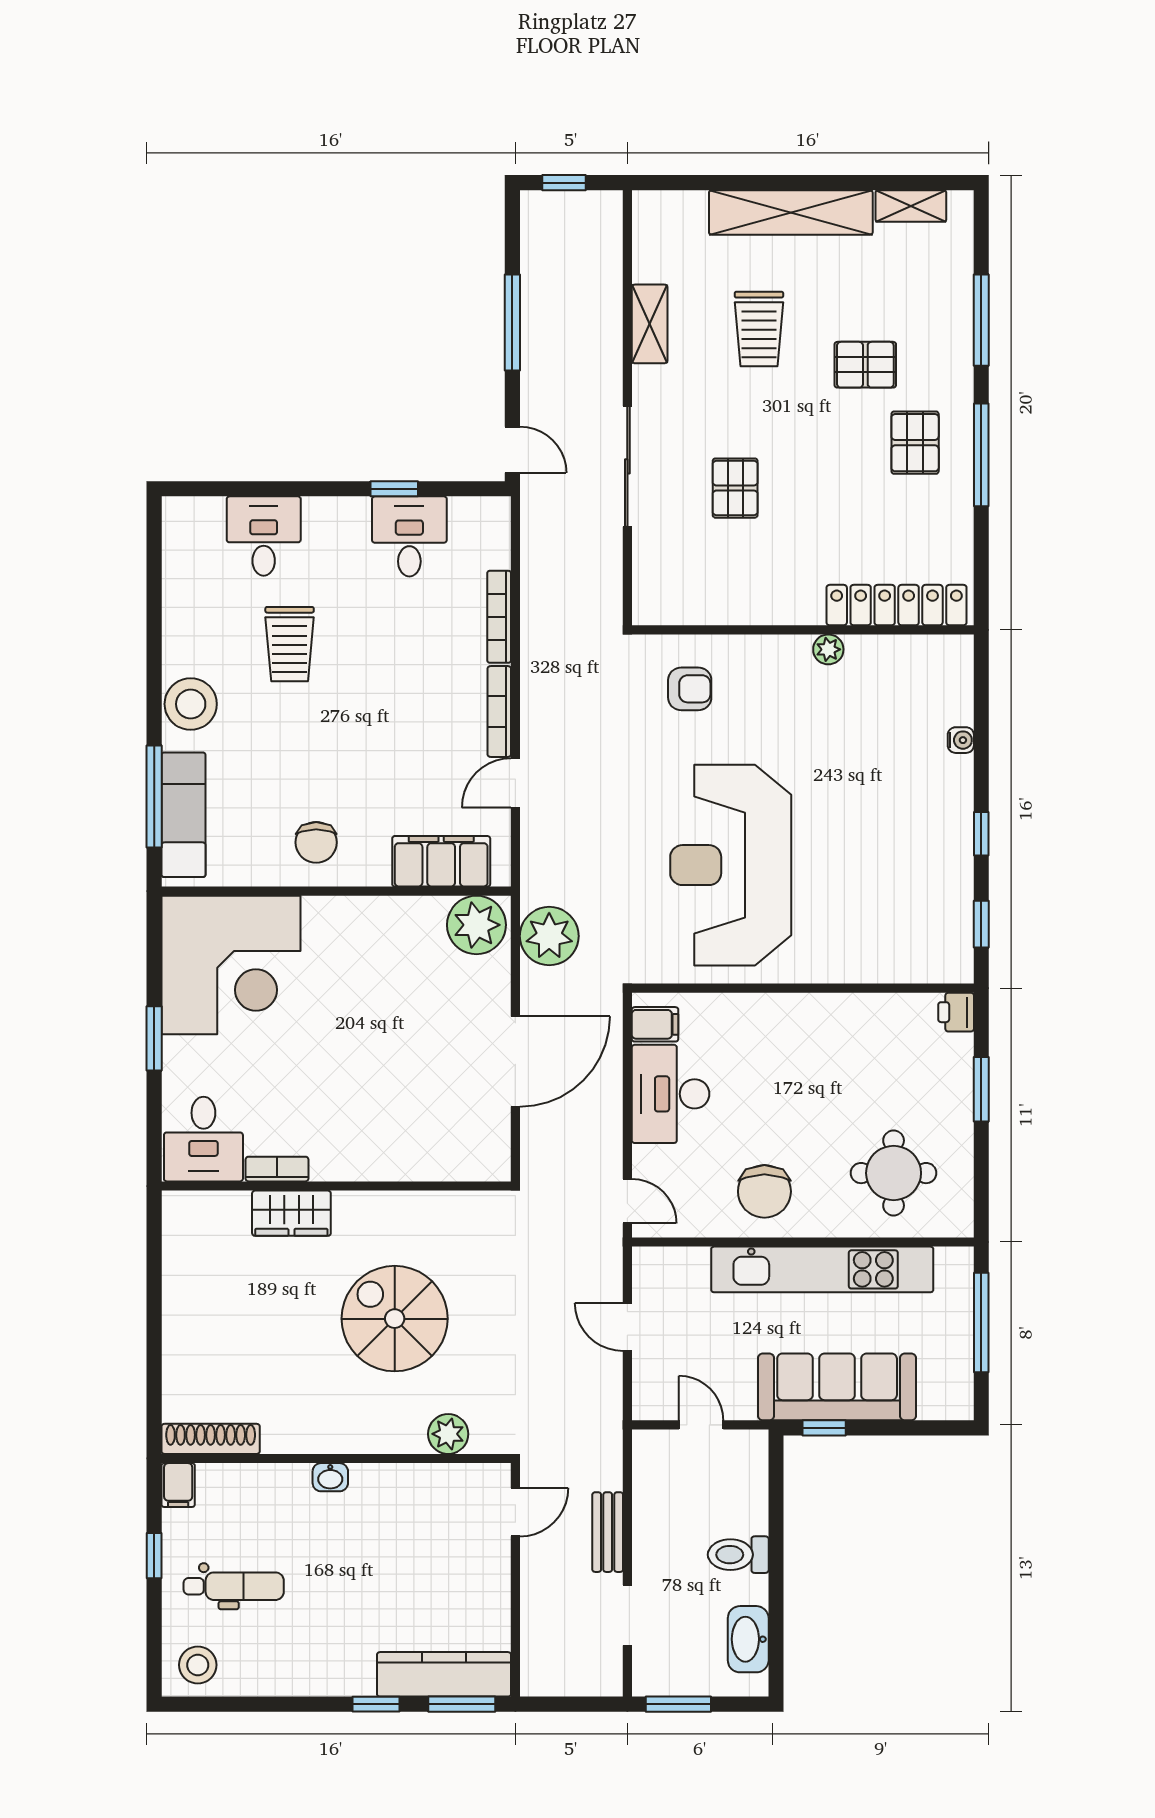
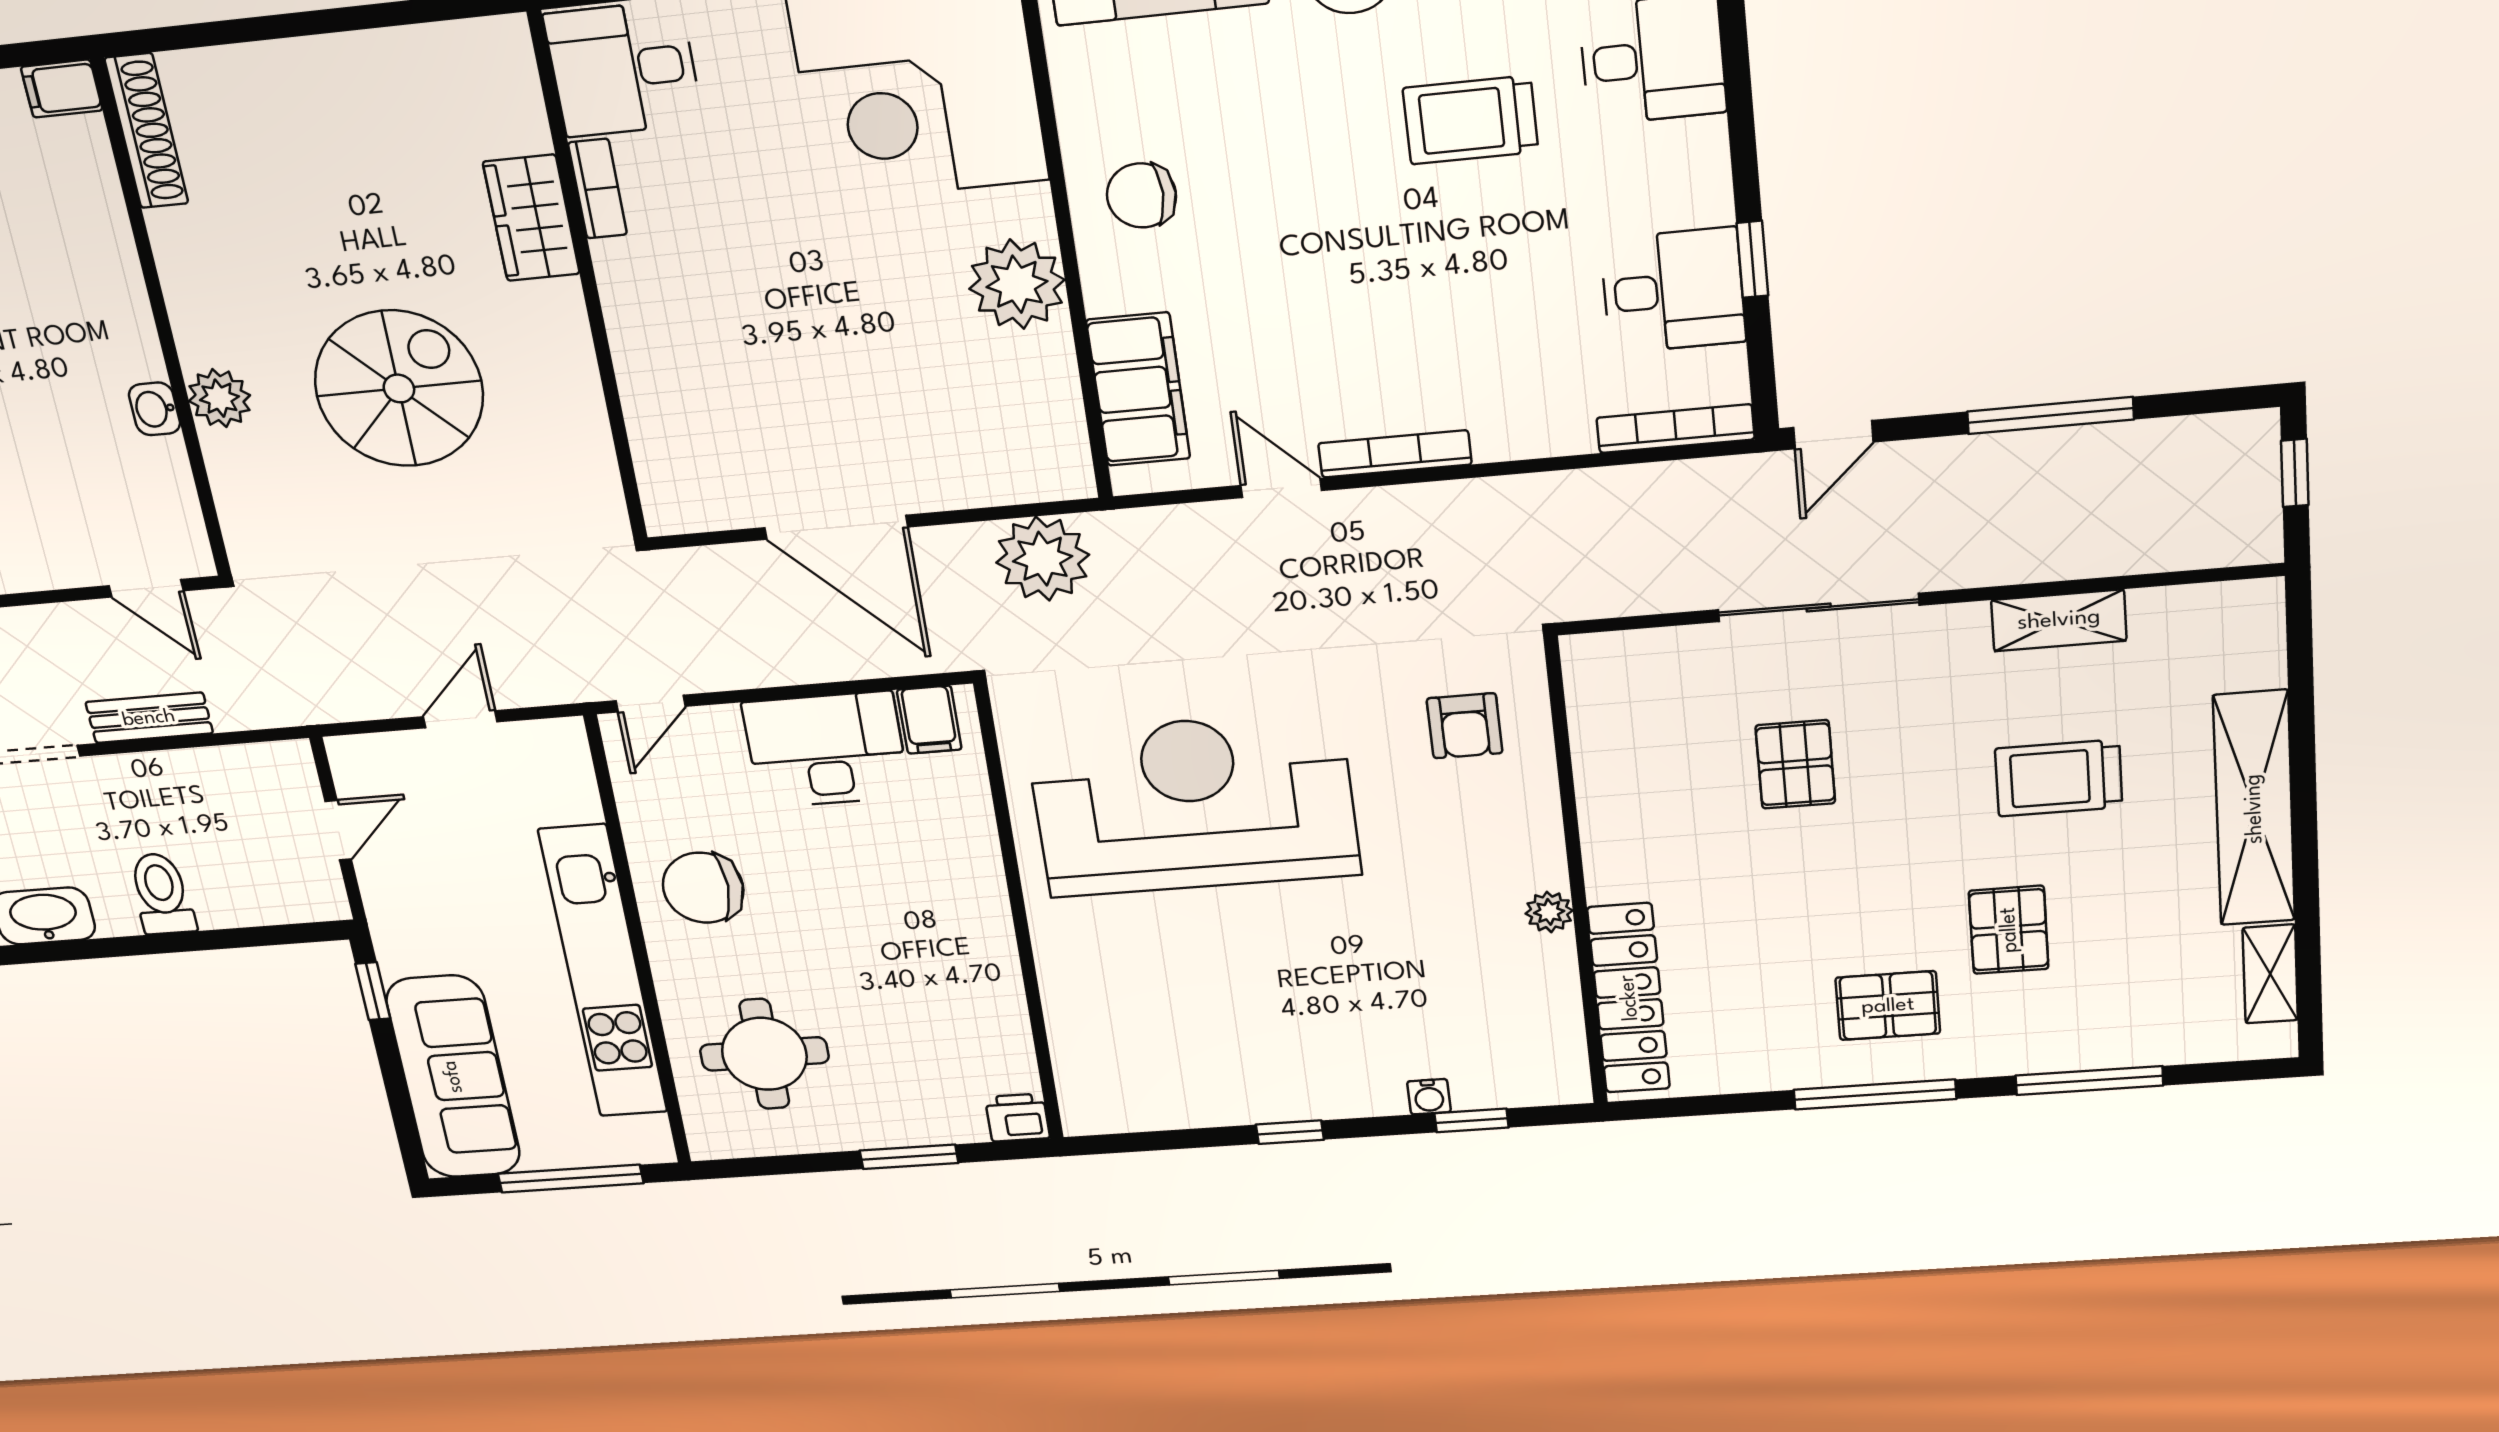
pallet: (735, 488) -> (1795, 764), turned 90
bookcase: (499, 617) -> (1675, 429), moved
window: (981, 924) -> (1471, 1120), moved
plant: (476, 925) -> (1017, 284), moved
sofa: (837, 1387) -> (453, 1077), moved
plant: (448, 1434) -> (219, 398), moved
washbasin: (330, 1477) -> (155, 409), moved

